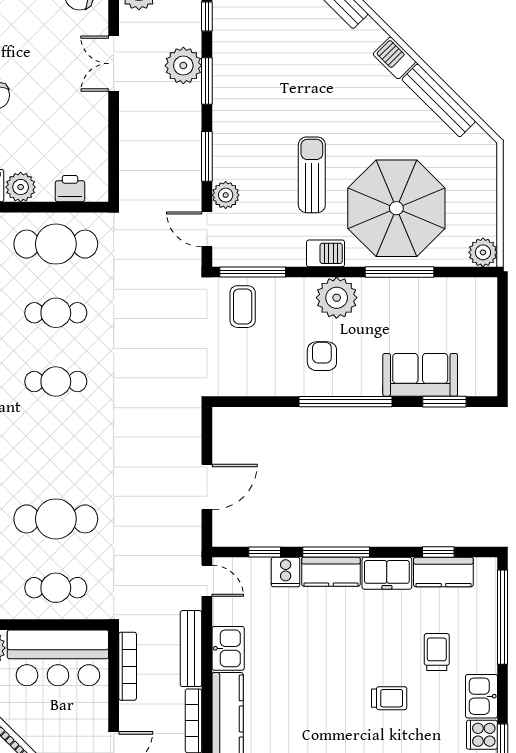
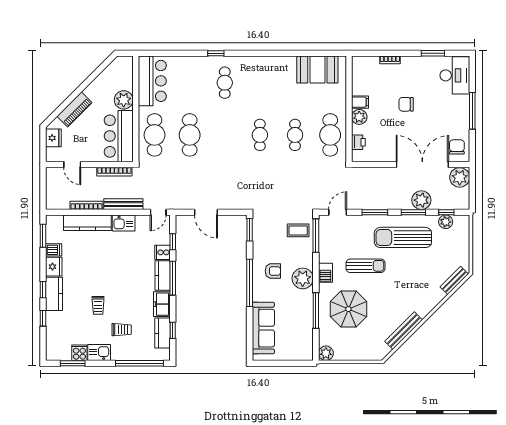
barbecue: (394, 58) -> (425, 308), removed
double door: (114, 64) -> (422, 164), width x1.87
sun lounger: (256, 102) -> (403, 237), added
plant: (226, 195) -> (446, 222), moved
parasol: (396, 208) -> (348, 309), width x0.73, depth x0.73
sofa: (420, 375) -> (263, 328), width x1.36
window: (444, 402) -> (250, 230), moved
cafe table: (56, 588) -> (155, 135), width x1.37, depth x1.35

